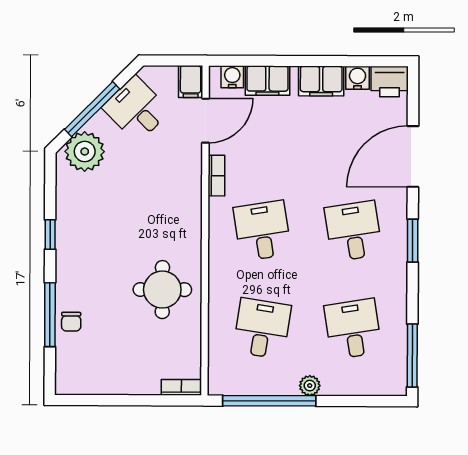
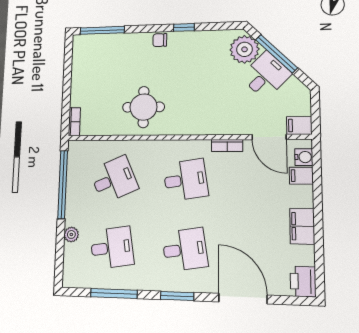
water cooler: (358, 78) -> (306, 255), removed
filing cabinet: (267, 81) -> (301, 176), width x0.50
desk: (136, 109) -> (266, 75), moved
window: (50, 315) -> (102, 30), moved
chair: (71, 322) -> (160, 40), moved
desk: (262, 329) -> (114, 179), turned -33
window: (412, 356) -> (114, 294), moved
plant: (310, 386) -> (71, 234), moved

